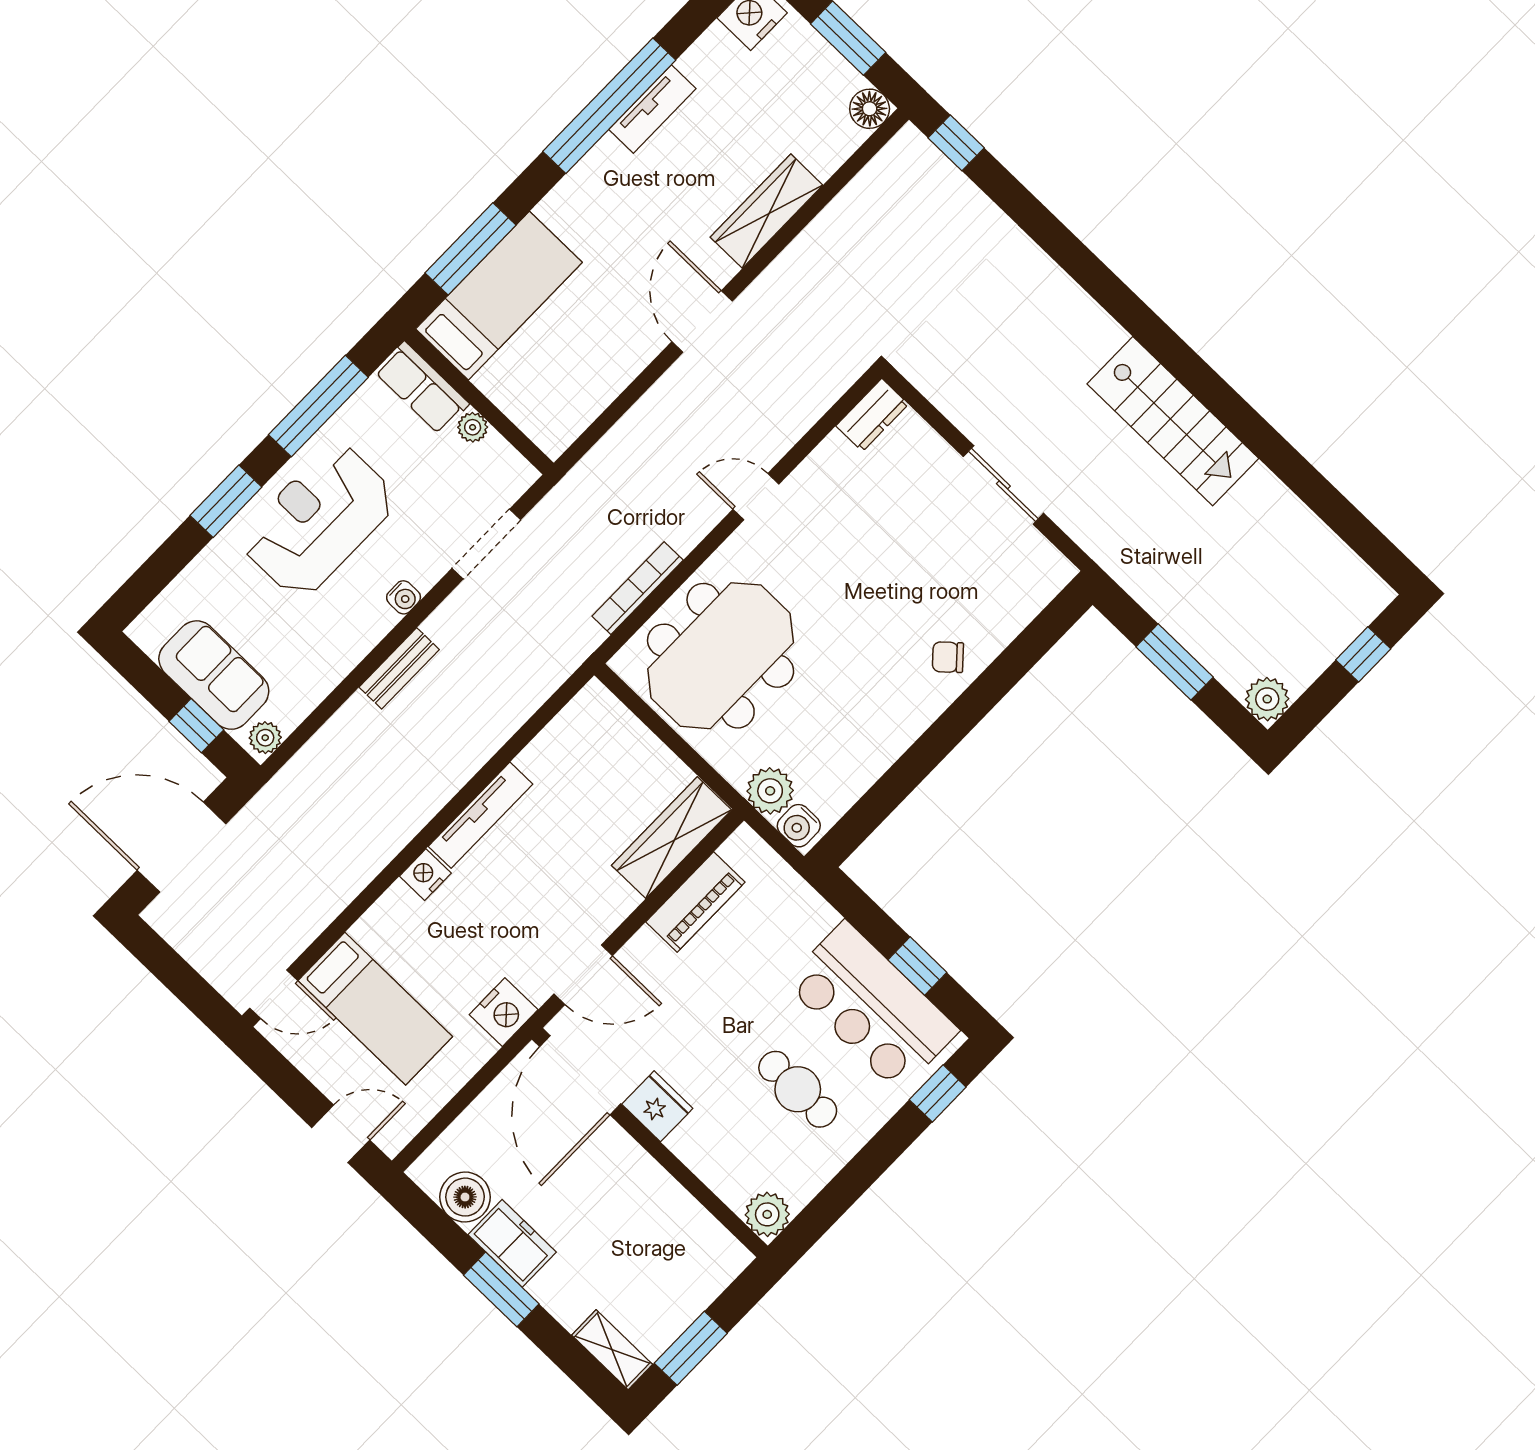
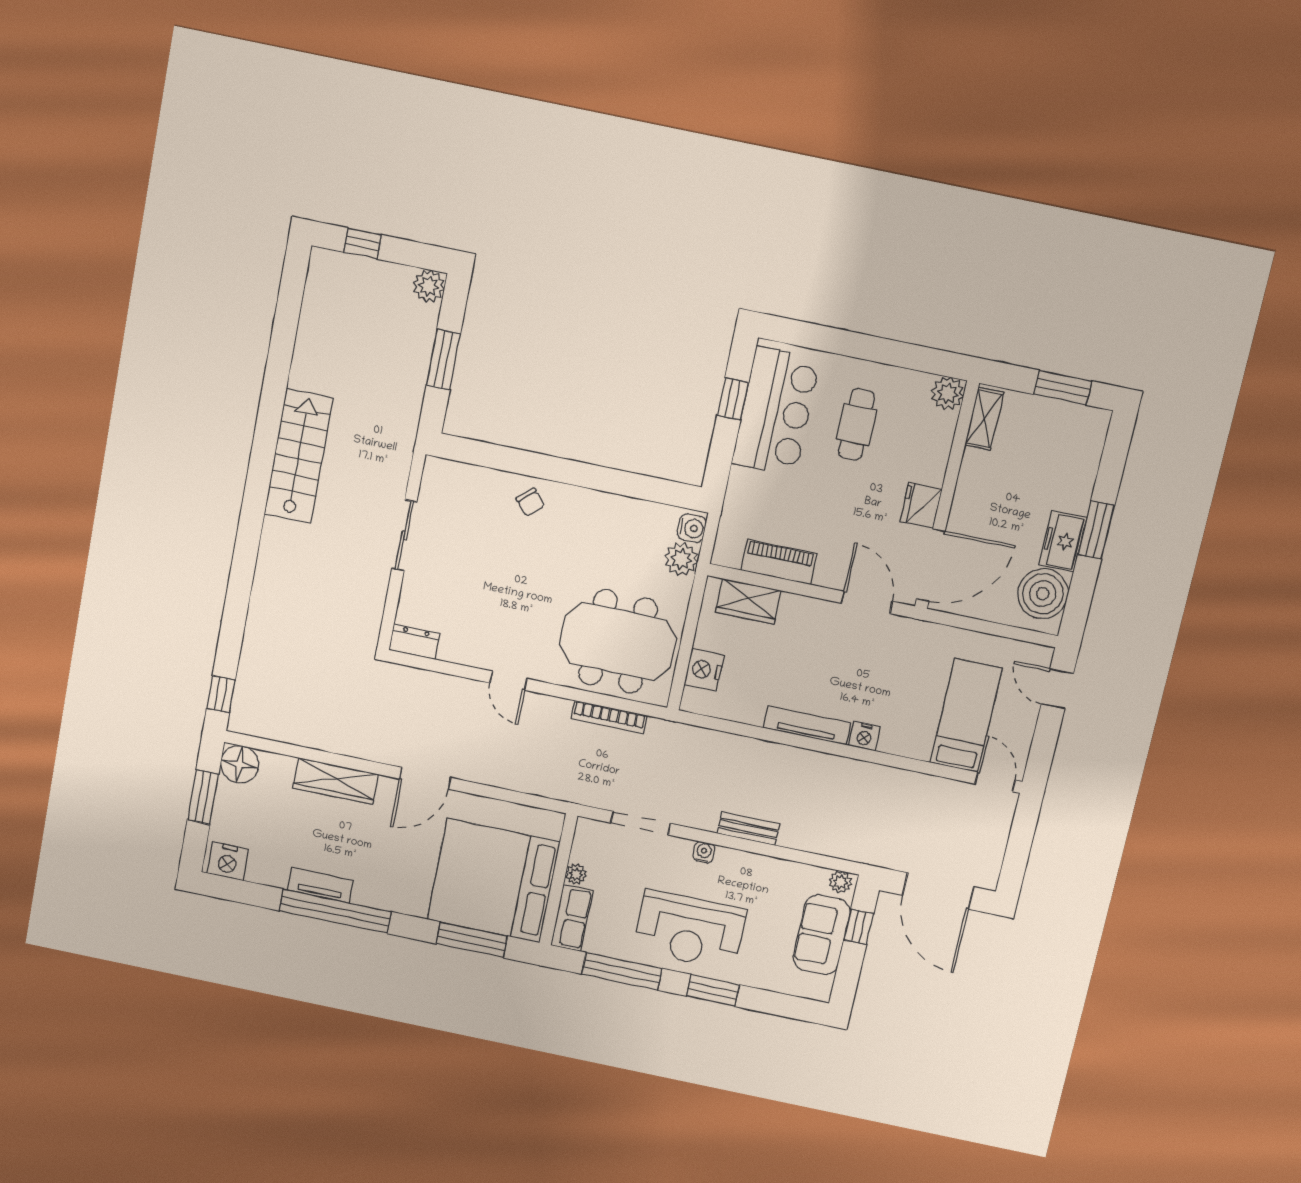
floor lamp: (870, 109) -> (240, 764), width x1.38, depth x1.38
bed: (499, 296) -> (493, 881), width x2.04
wardrobe: (672, 838) -> (748, 601), width x0.67
nightstand: (504, 1012) -> (704, 670), moved, turned -90
window: (938, 1093) -> (805, 335), removed
boiler: (465, 1197) -> (1043, 594), width x1.37, depth x1.37
shelving: (612, 1350) -> (984, 419), moved

